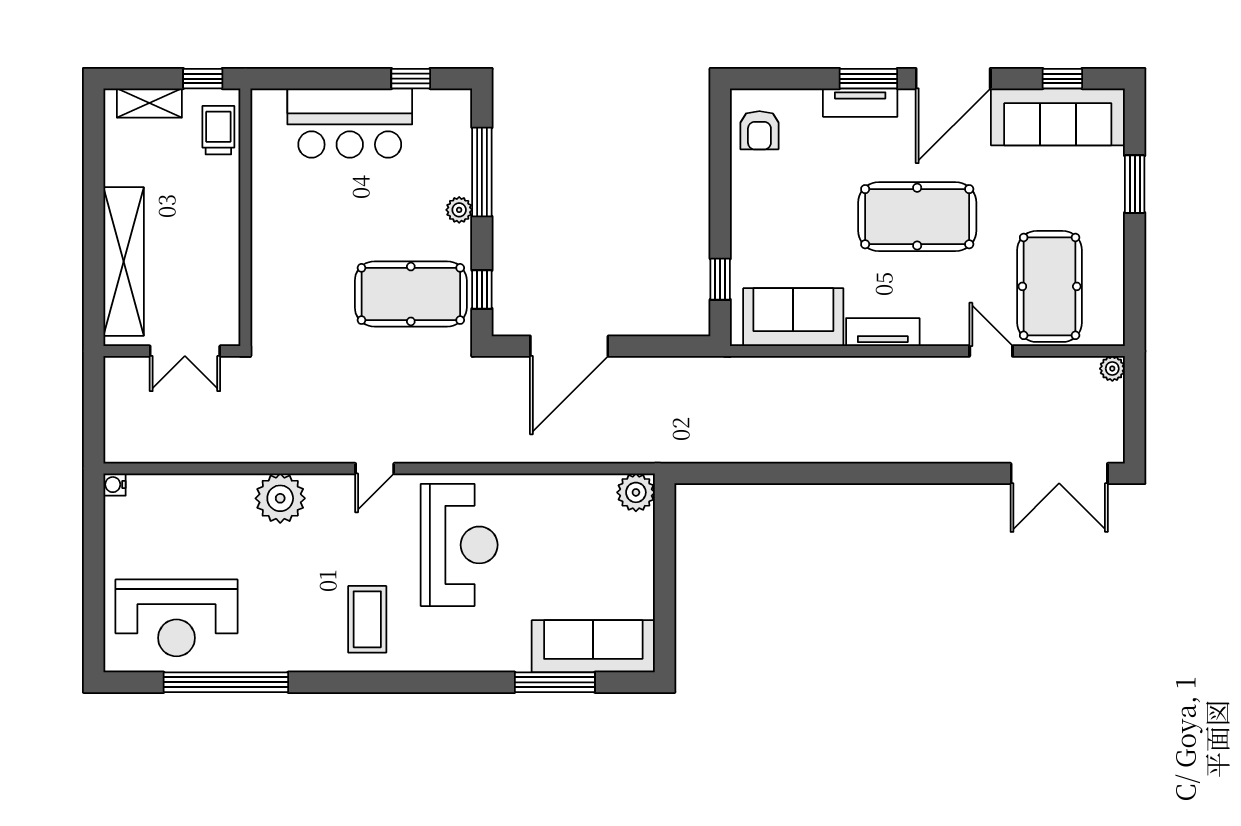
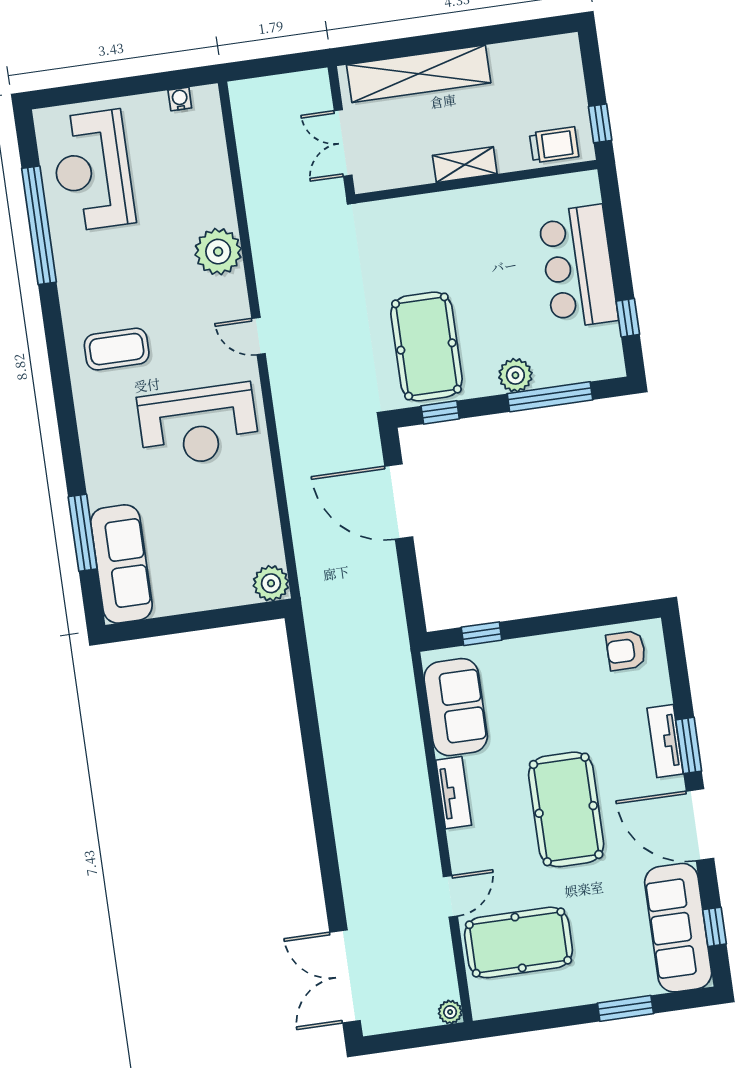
shelving: (149, 103) -> (465, 165), moved, turned 90
plant: (459, 210) -> (515, 375), width x1.38, depth x1.38
water cooler: (115, 485) -> (180, 99), moved

